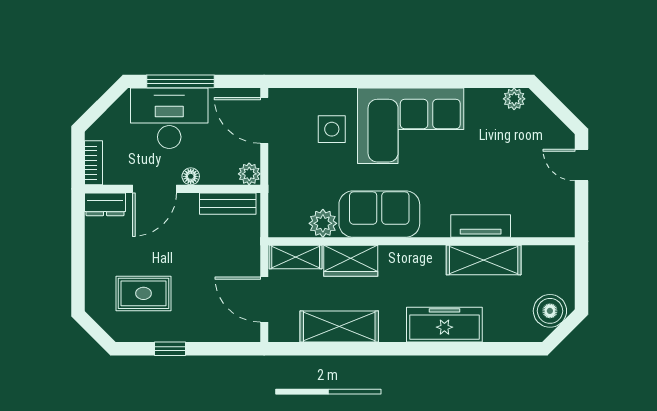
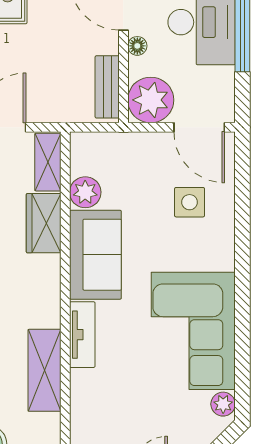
door: (264, 120) -> (199, 127), swing flipped
corner sofa: (411, 126) -> (193, 331), moved
plant: (249, 174) -> (151, 100), width x1.87, depth x1.87
tv unit: (481, 226) -> (82, 335), moved

